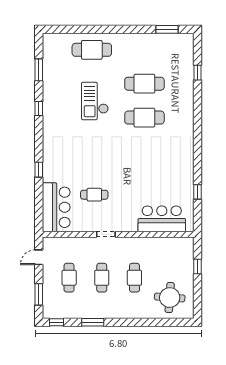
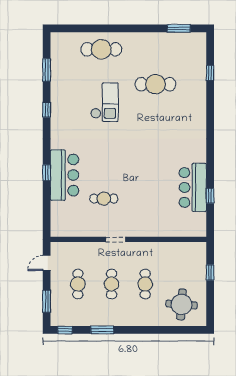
checkout: (95, 101) -> (104, 102), turned 180
cafe table: (144, 118) -> (155, 119), removed
bar counter: (56, 207) -> (65, 175), moved
bar counter: (162, 219) -> (193, 187), moved, turned -90

